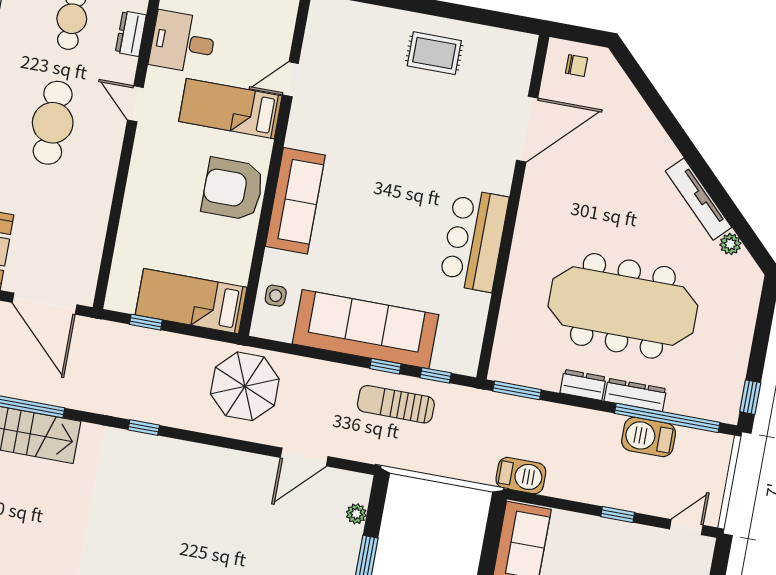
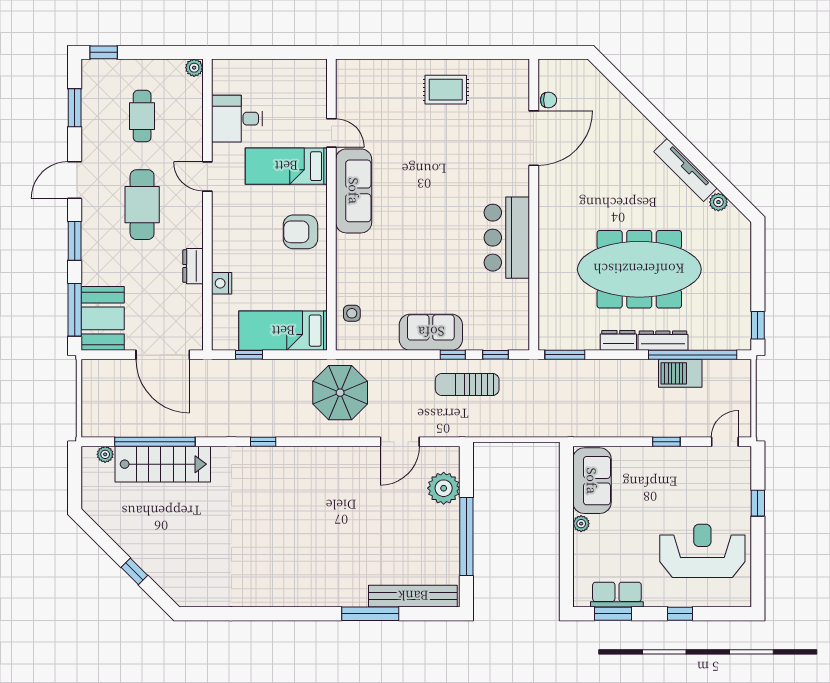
dresser: (131, 34) -> (193, 266), moved
chair: (577, 66) -> (548, 100), moved
door: (291, 79) -> (331, 133), swing flipped
armchair: (233, 189) -> (300, 232), width x0.73, depth x0.73
sofa: (295, 201) -> (354, 191), moved
nightstand: (129, 232) -> (222, 283), added
sofa: (365, 329) -> (431, 332), width x0.54, depth x0.79
barbecue: (521, 476) -> (581, 424), removed
plant: (356, 514) -> (444, 488), width x1.88, depth x1.88

